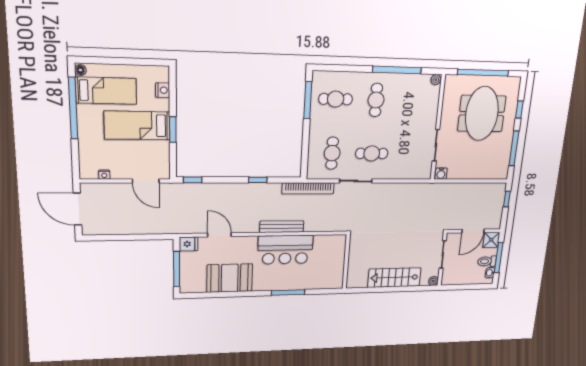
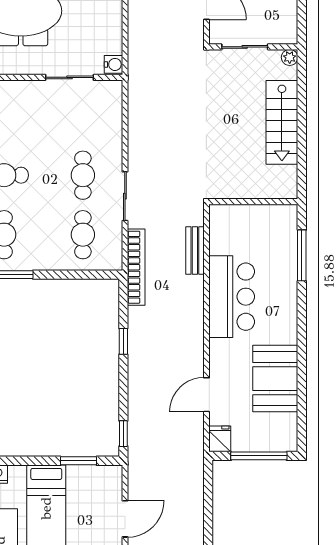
window: (173, 129) -> (78, 461), moved
cafe table: (332, 153) -> (83, 235), turned 90
door: (146, 181) -> (125, 519), moved
bench: (282, 227) -> (195, 250), moved, width x0.73
window: (288, 293) -> (302, 255), moved

